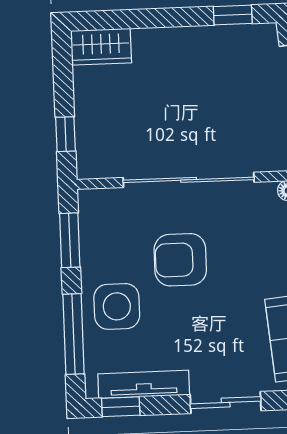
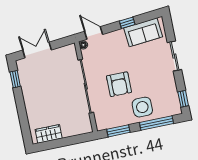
wardrobe: (101, 47) -> (49, 134), moved, turned -90
window: (65, 134) -> (75, 140), removed
tv unit: (144, 384) -> (172, 91), removed

